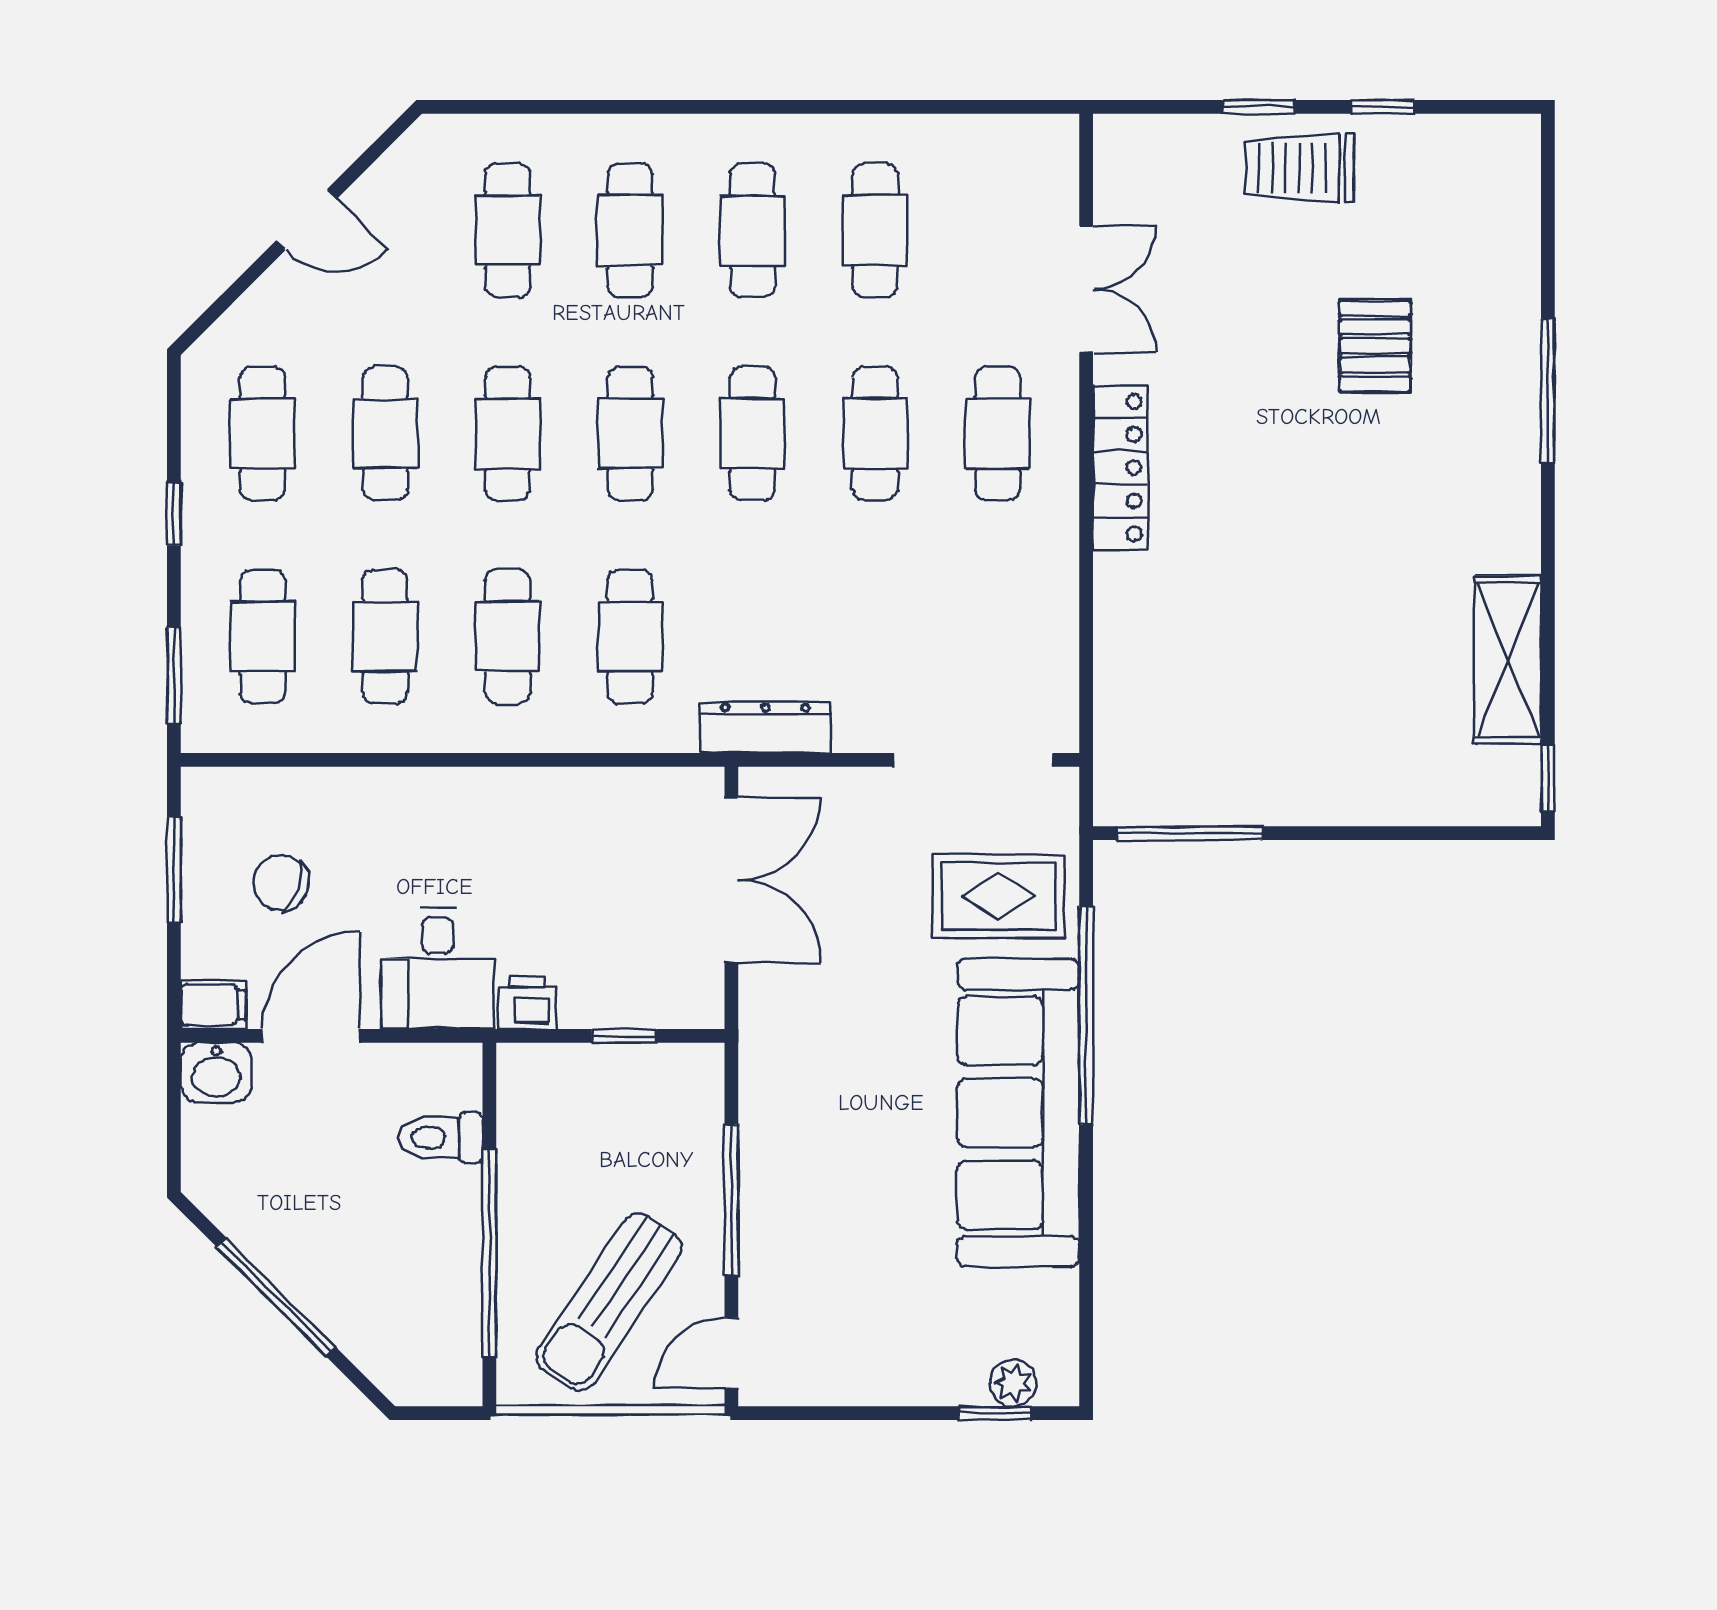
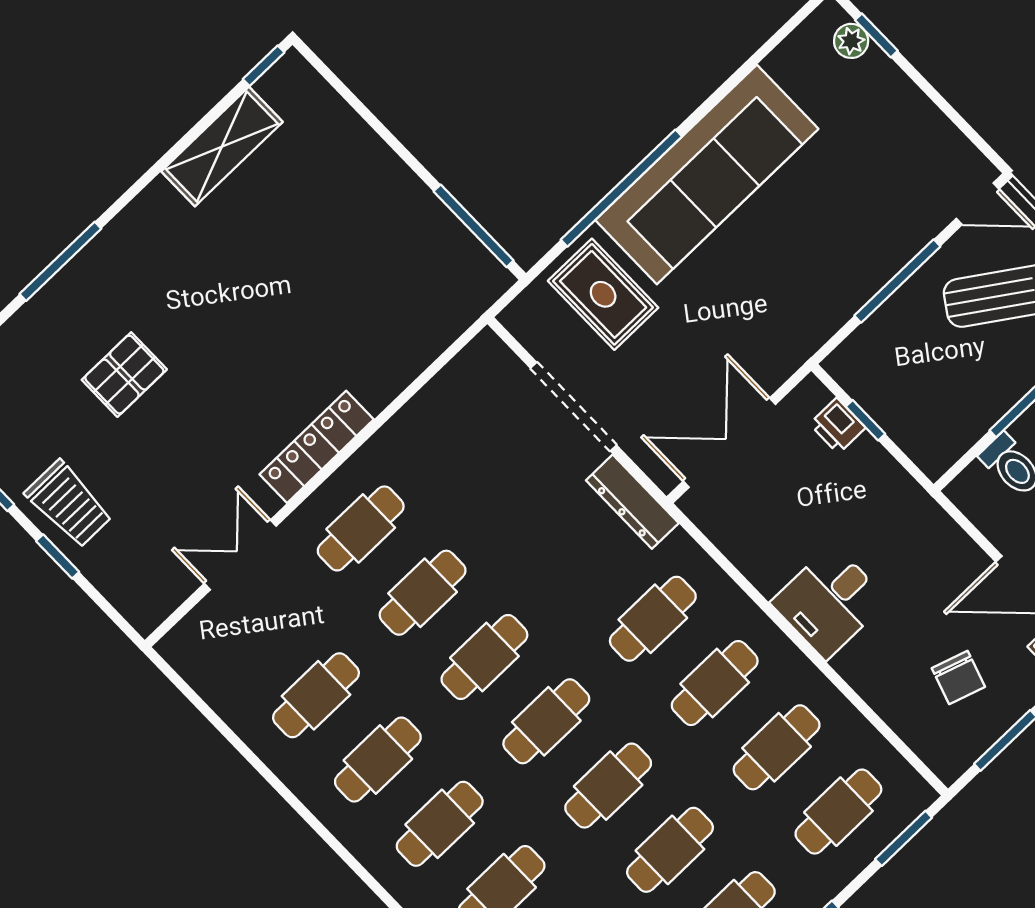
doorway: (973, 760) -> (574, 407), moved
desk: (437, 968) -> (829, 602), moved, turned 180
printer: (527, 1003) -> (837, 426), moved

